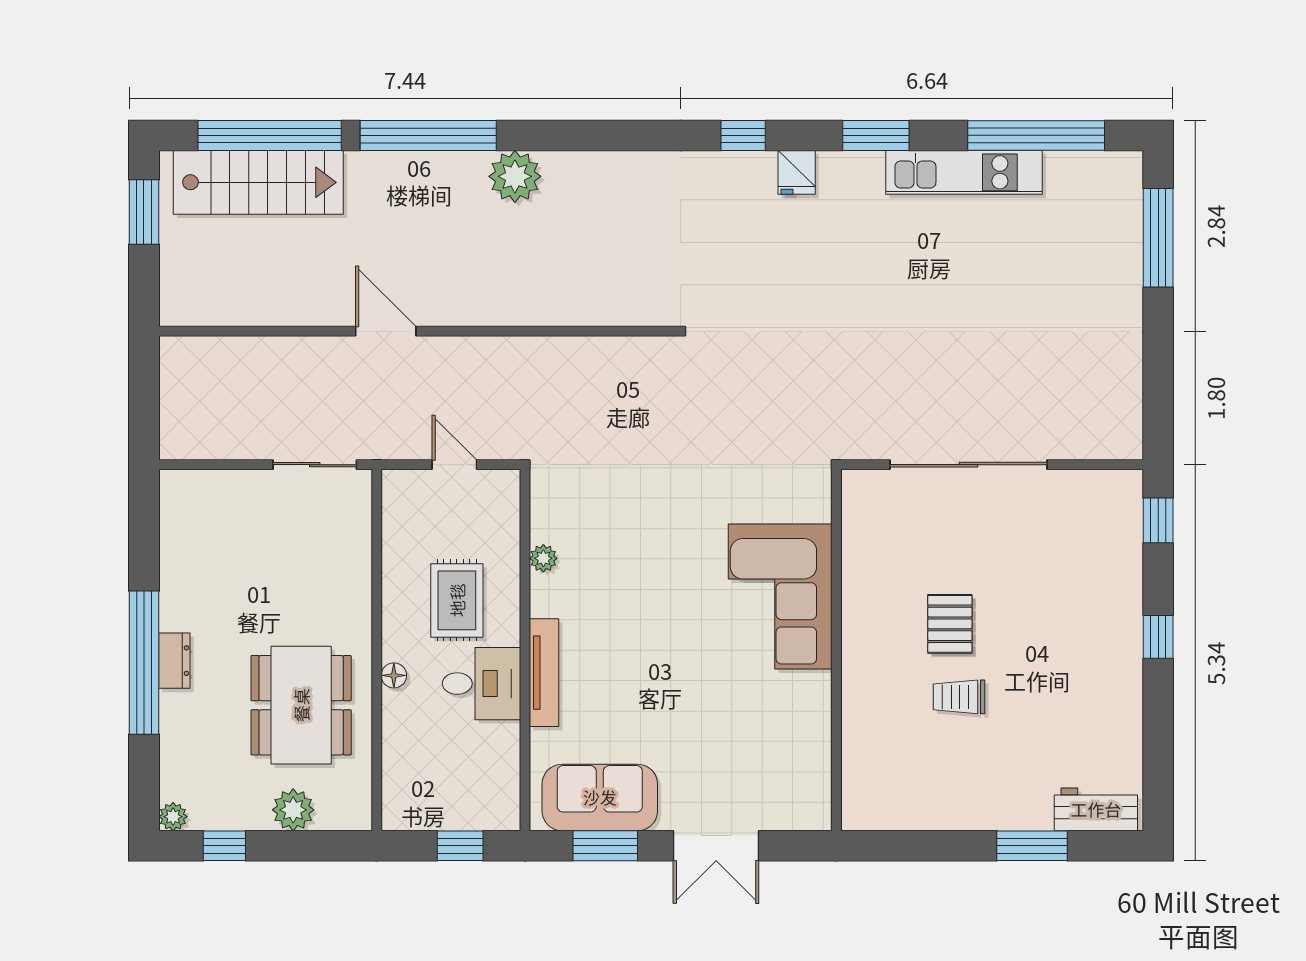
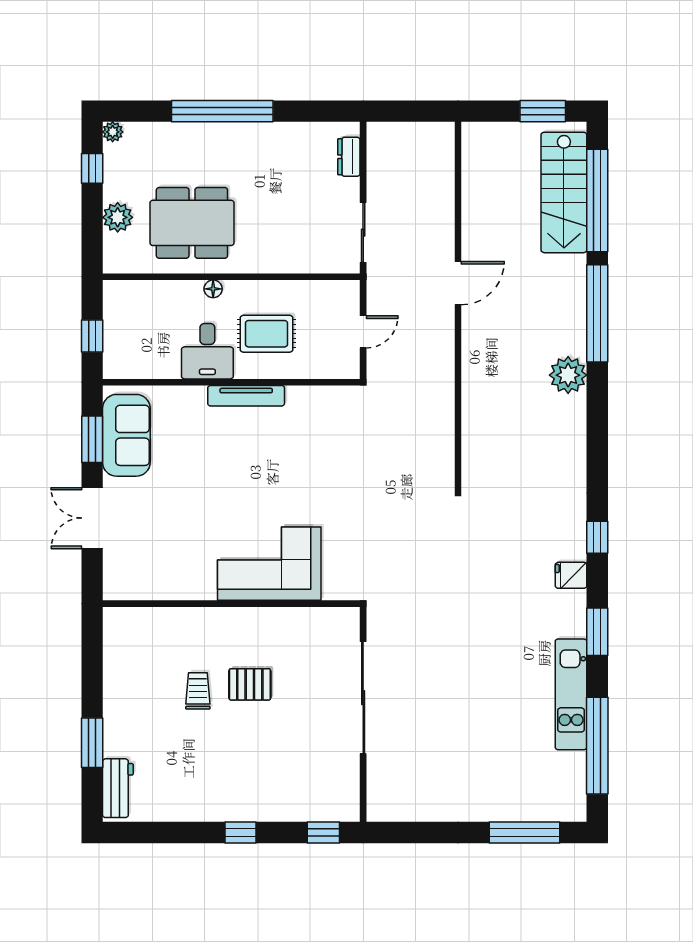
plant: (543, 558) -> (296, 395), removed
dresser: (174, 661) -> (349, 157), moved, turned 90
tv unit: (544, 673) -> (246, 396), moved

